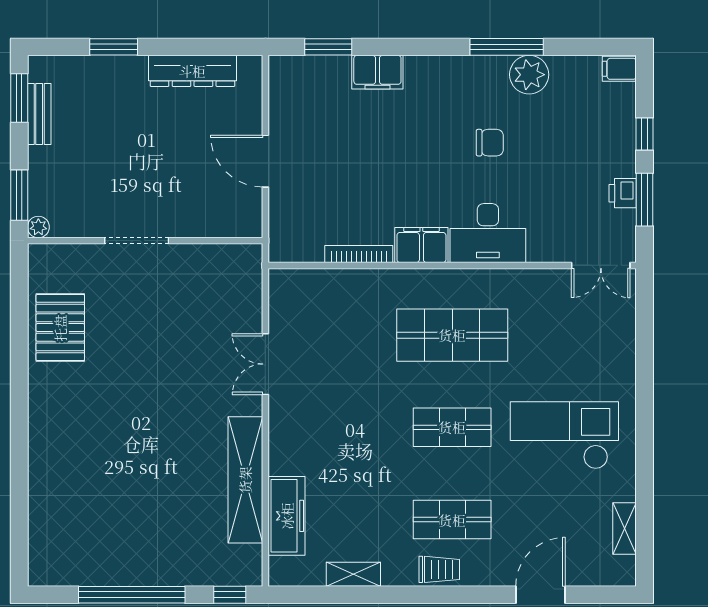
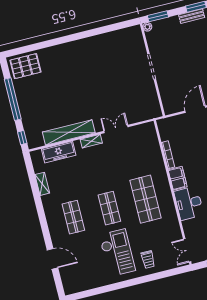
pallet: (60, 328) -> (25, 66), moved
shelving: (625, 529) -> (91, 141), moved
trolley: (439, 569) -> (148, 259), moved

